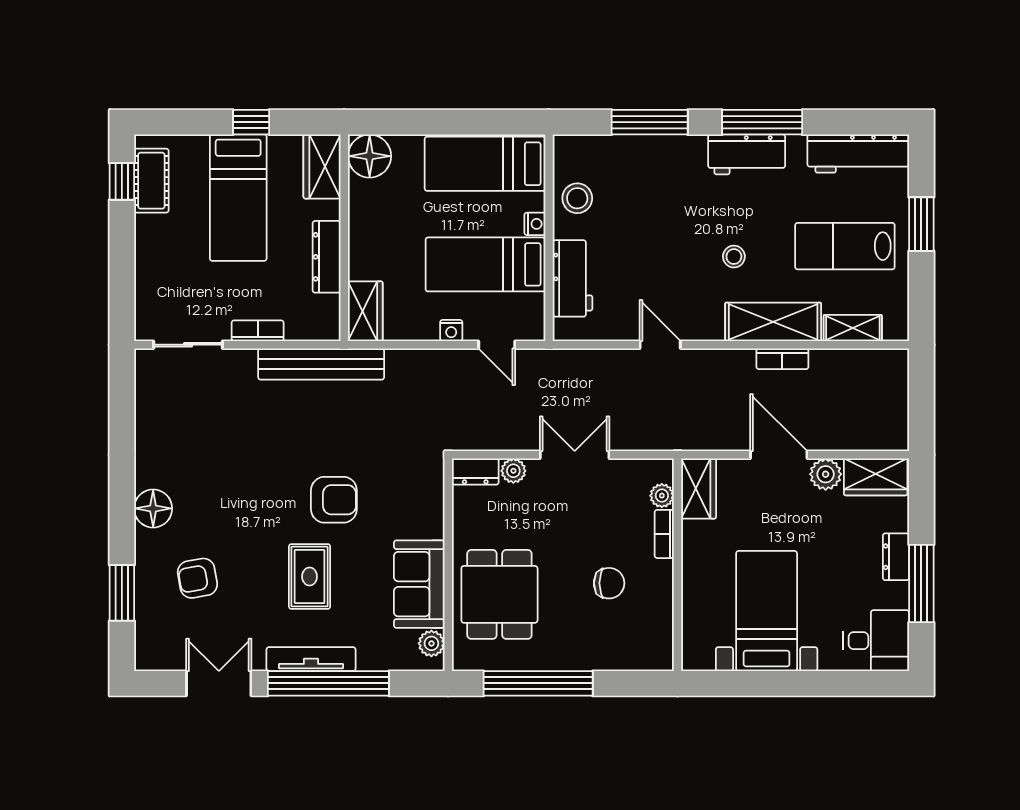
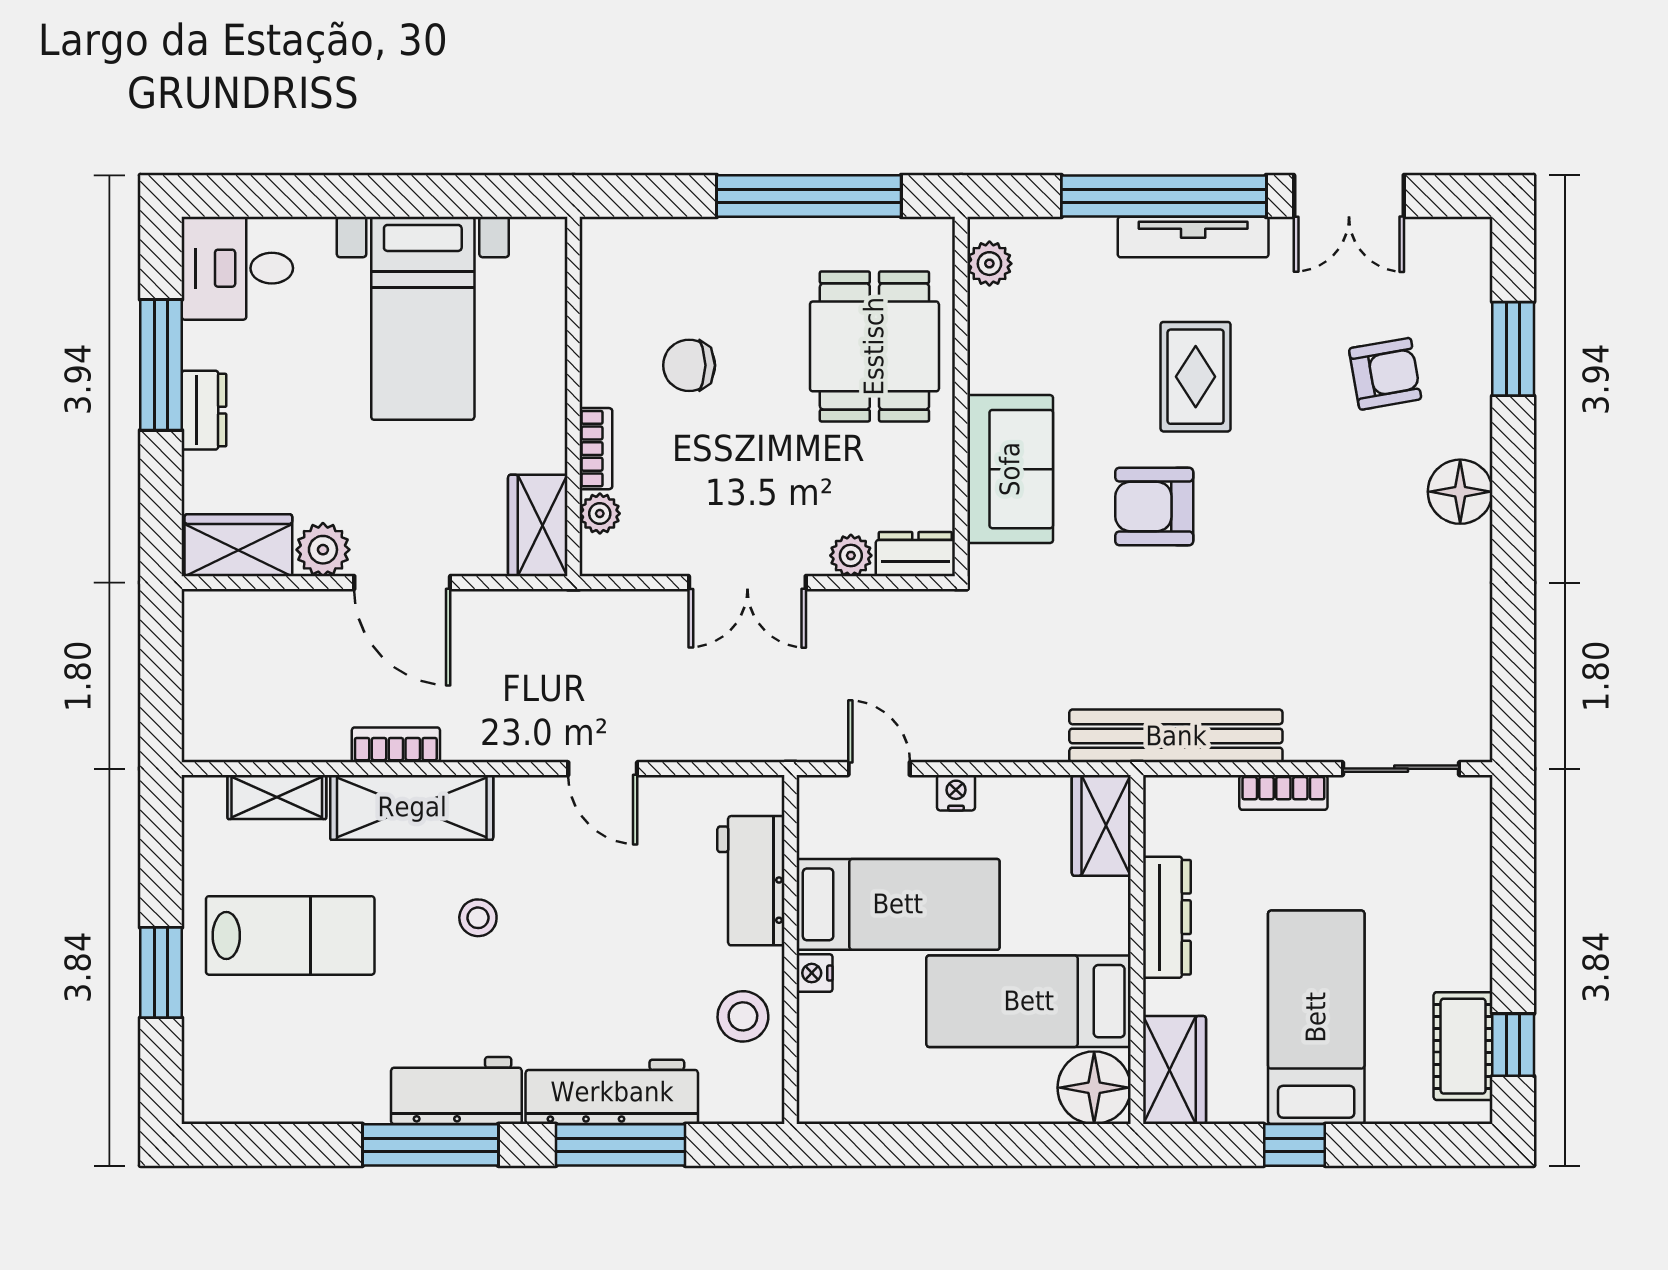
workbench: (858, 154) -> (612, 1092), moved
bed: (485, 164) -> (1029, 1001), moved, turned 180
sofa: (419, 584) -> (1010, 469), moved

